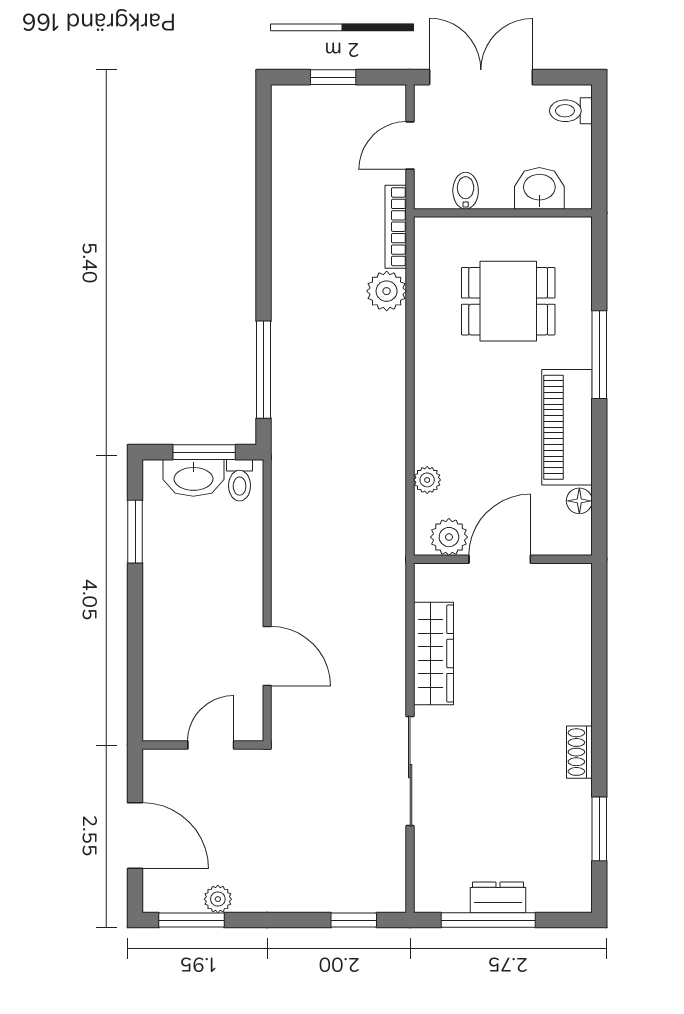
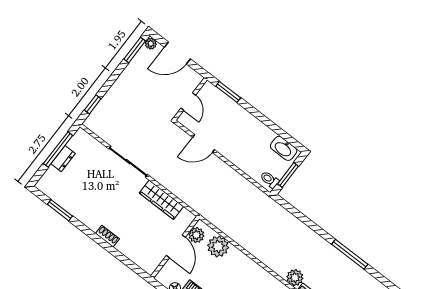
window: (264, 370) -> (350, 254), moved
washbasin: (193, 478) -> (284, 148), moved, turned -90
plant: (427, 480) -> (218, 246), width x1.88, depth x1.88
window: (135, 532) -> (228, 92), moved
shoe rack: (579, 752) -> (107, 236), moved
plant: (218, 899) -> (151, 44), moved

